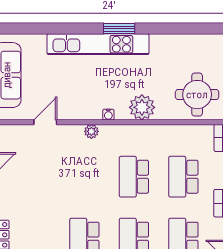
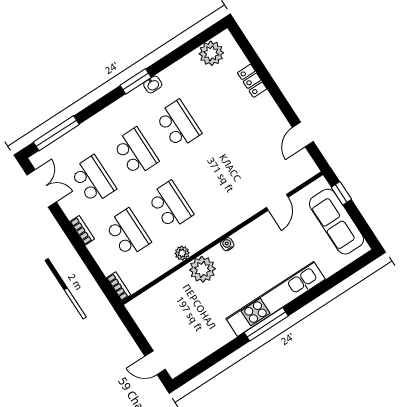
window: (119, 29) -> (266, 324), width x1.44
round table: (197, 95) -> (162, 311), removed
plant: (91, 131) -> (182, 253), moved

